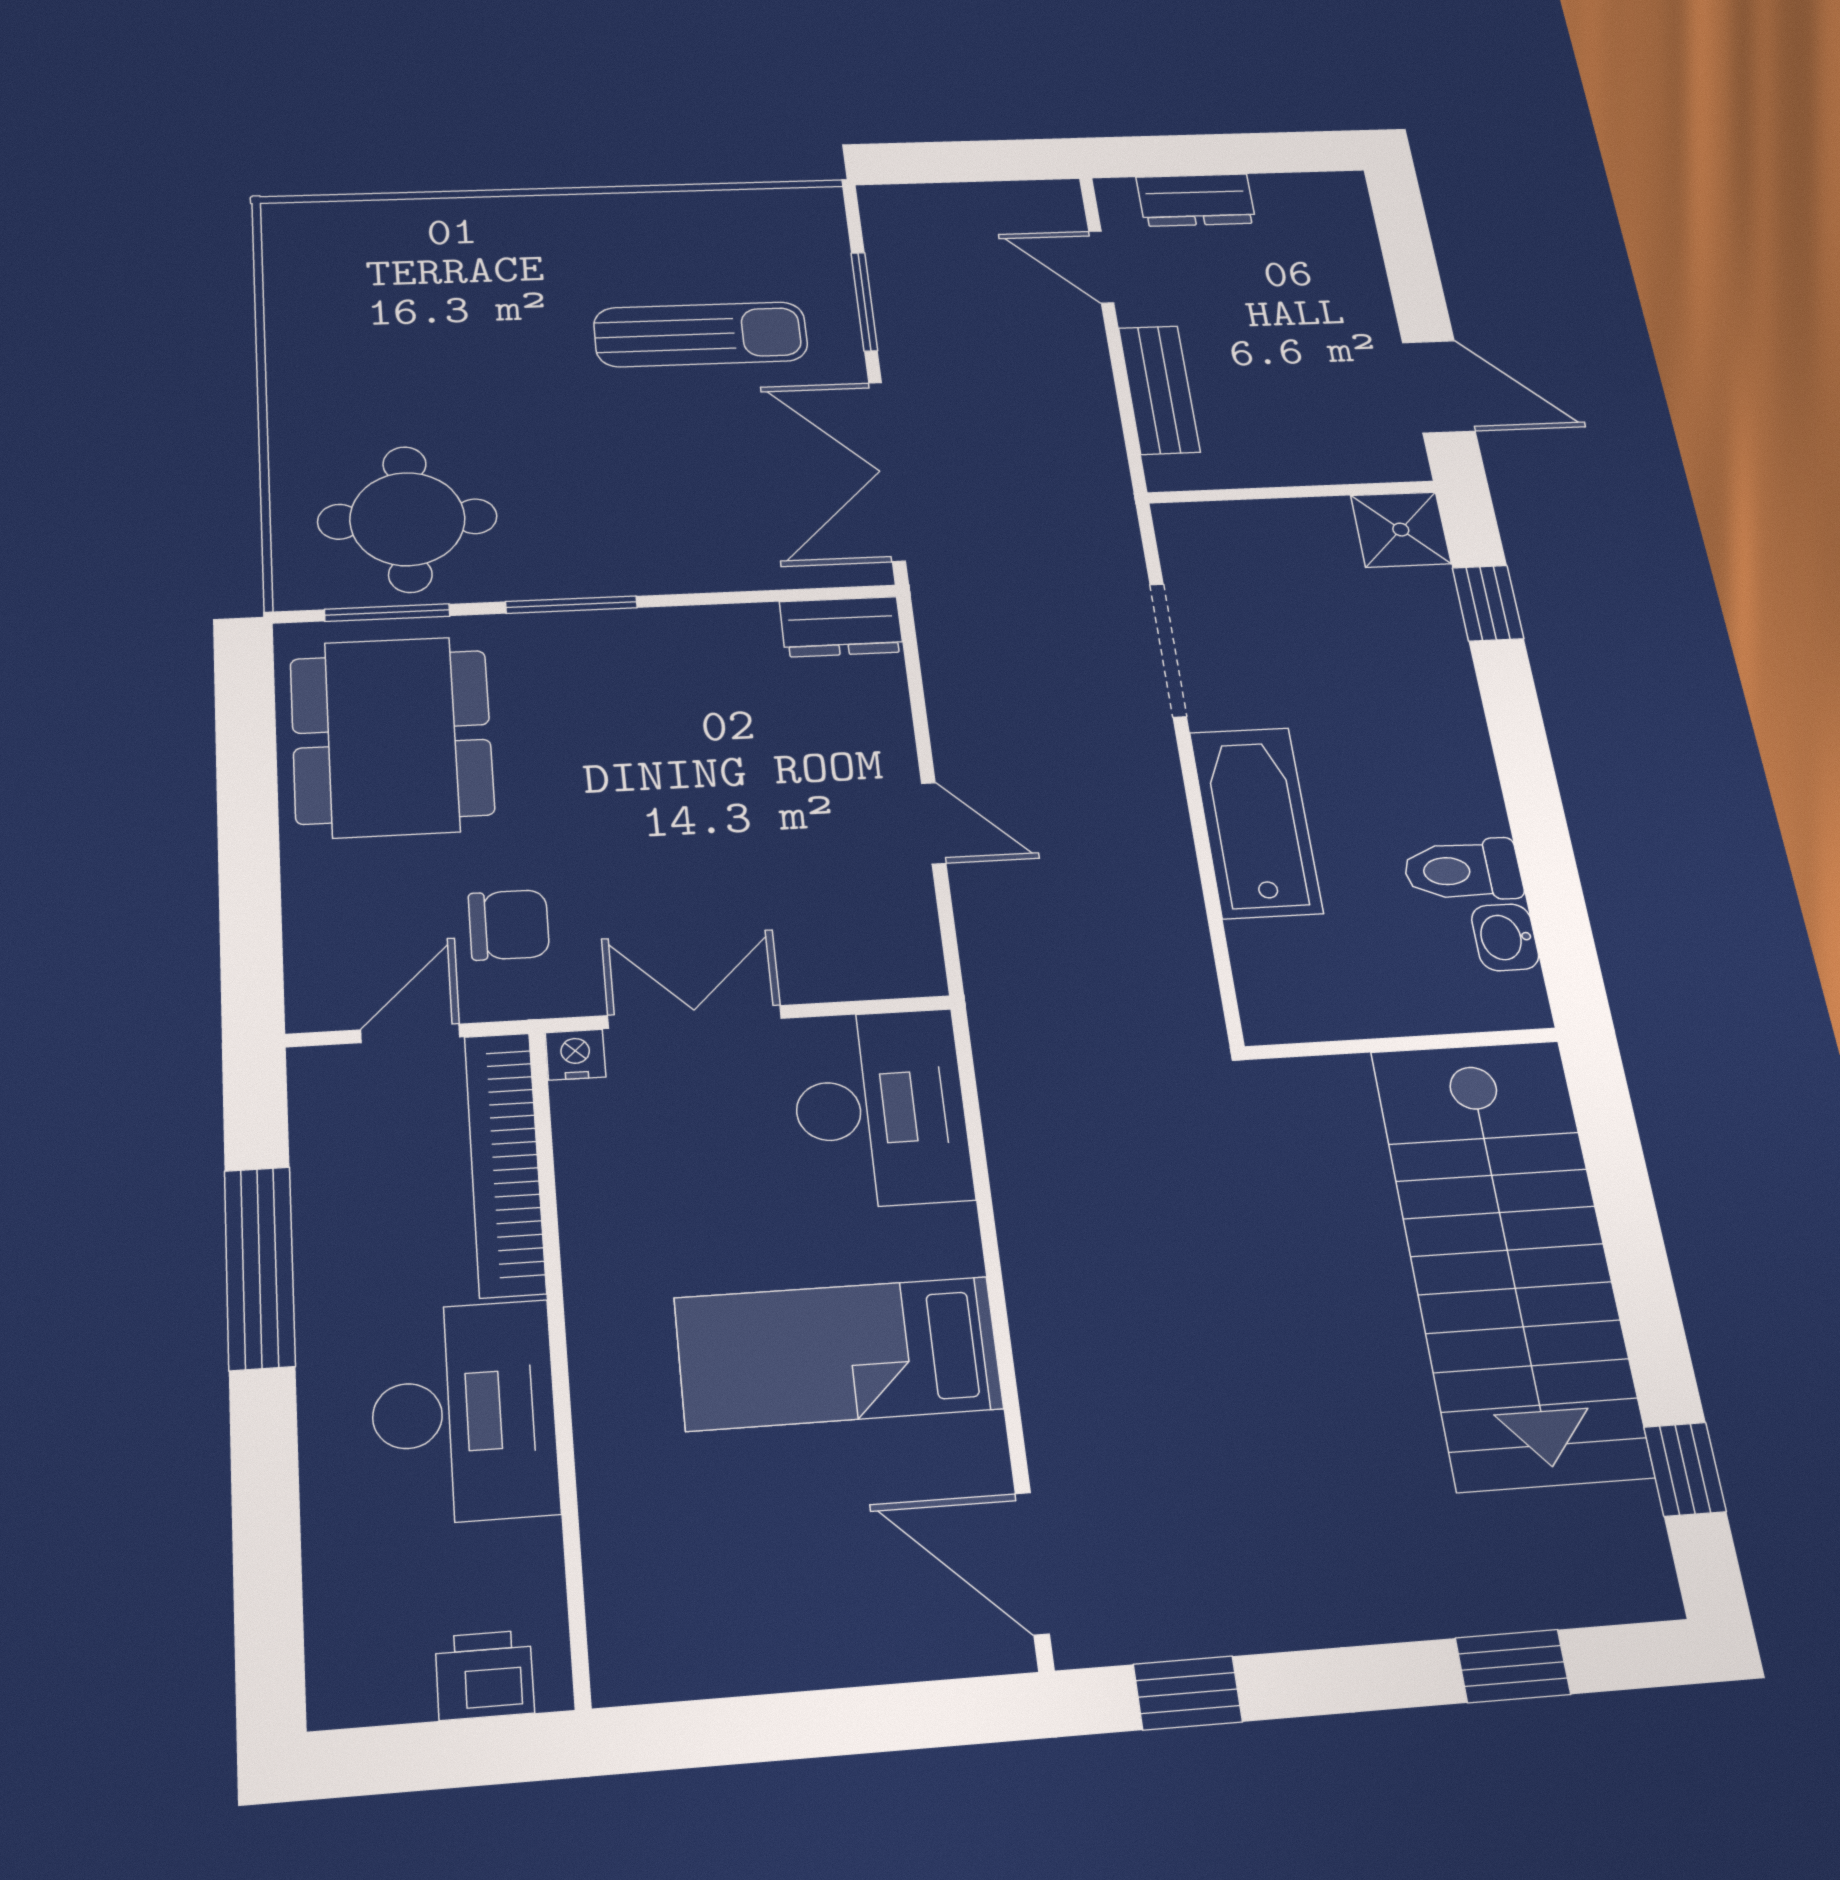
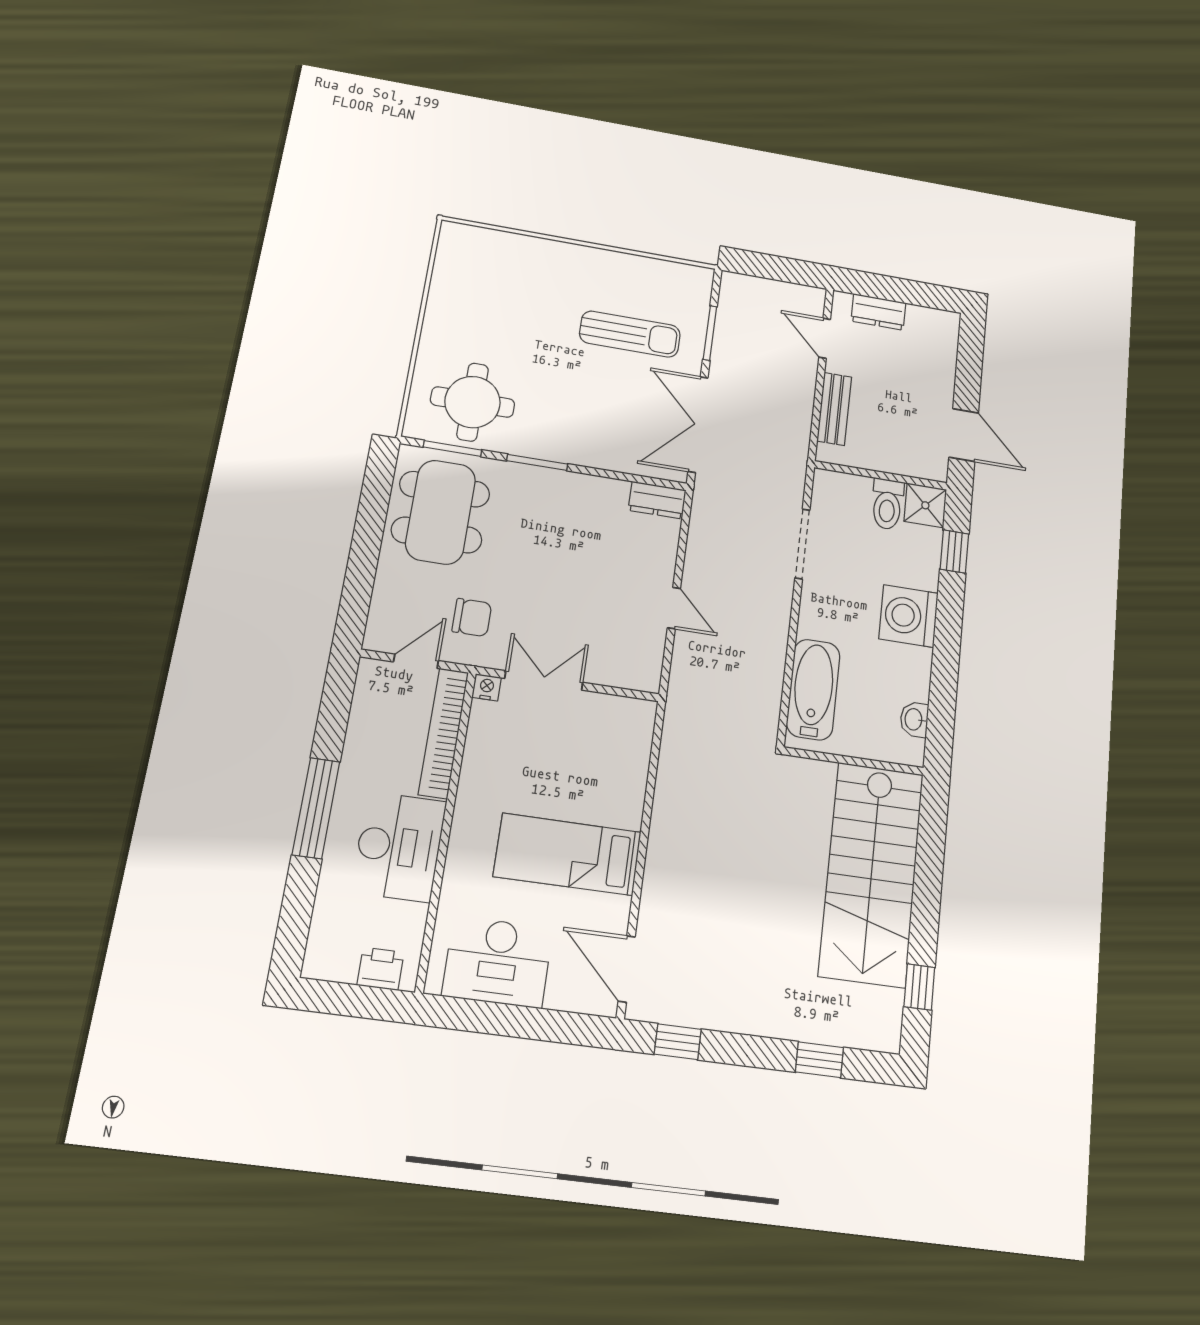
washing machine: (1431, 742) -> (909, 616), added
bathtub: (1256, 822) -> (813, 689), moved
toilet: (1463, 870) -> (887, 504), moved, turned -90
desk: (880, 1108) -> (498, 962), moved, turned 90
window: (260, 1268) -> (316, 808), moved

